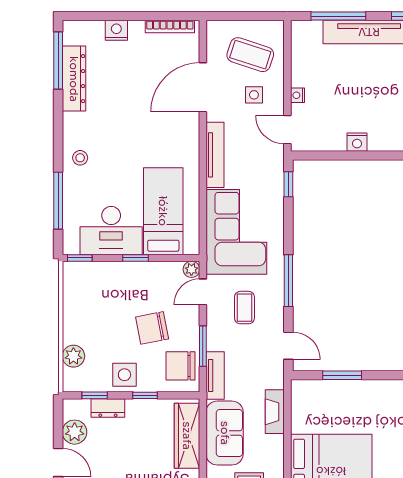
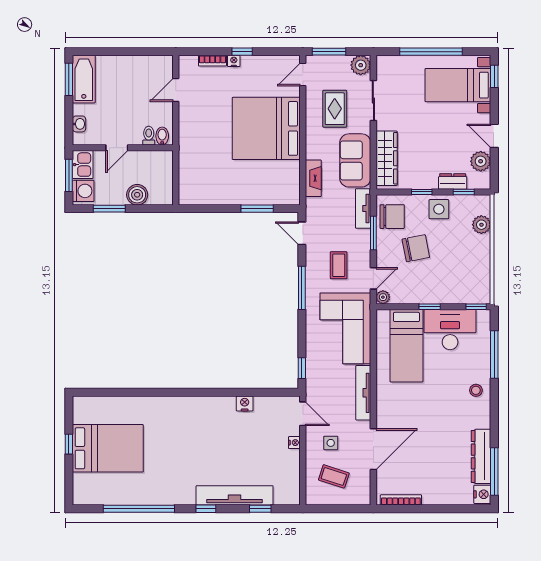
window: (338, 16) -> (260, 509), width x0.46
nightstand: (116, 30) -> (482, 494), moved, turned -90
coffee table: (250, 55) -> (334, 476), width x0.73, depth x0.77

